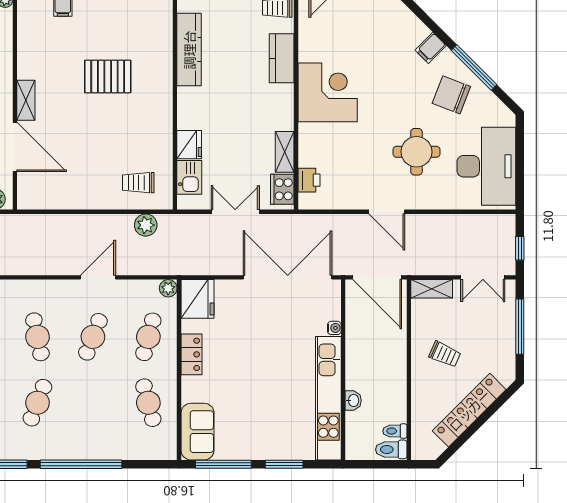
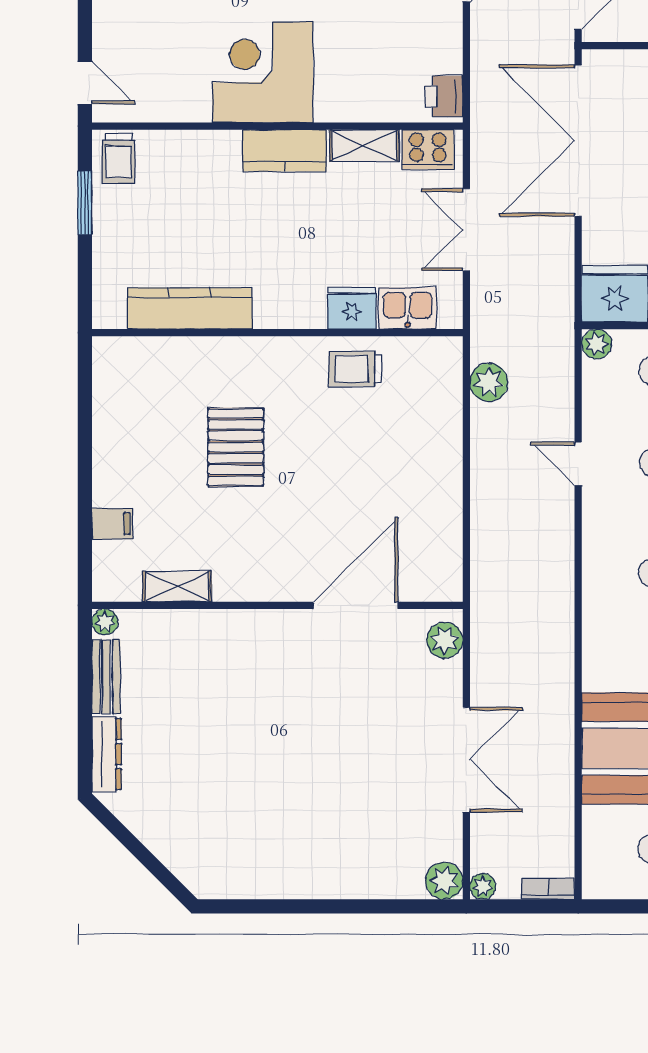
kitchen counter: (282, 58) -> (285, 151), moved
shelving: (26, 100) -> (177, 587), moved
printer: (309, 180) -> (444, 96), moved, turned -90
trolley: (138, 183) -> (355, 369), moved, turned 90
door: (98, 277) -> (578, 464), width x0.73

